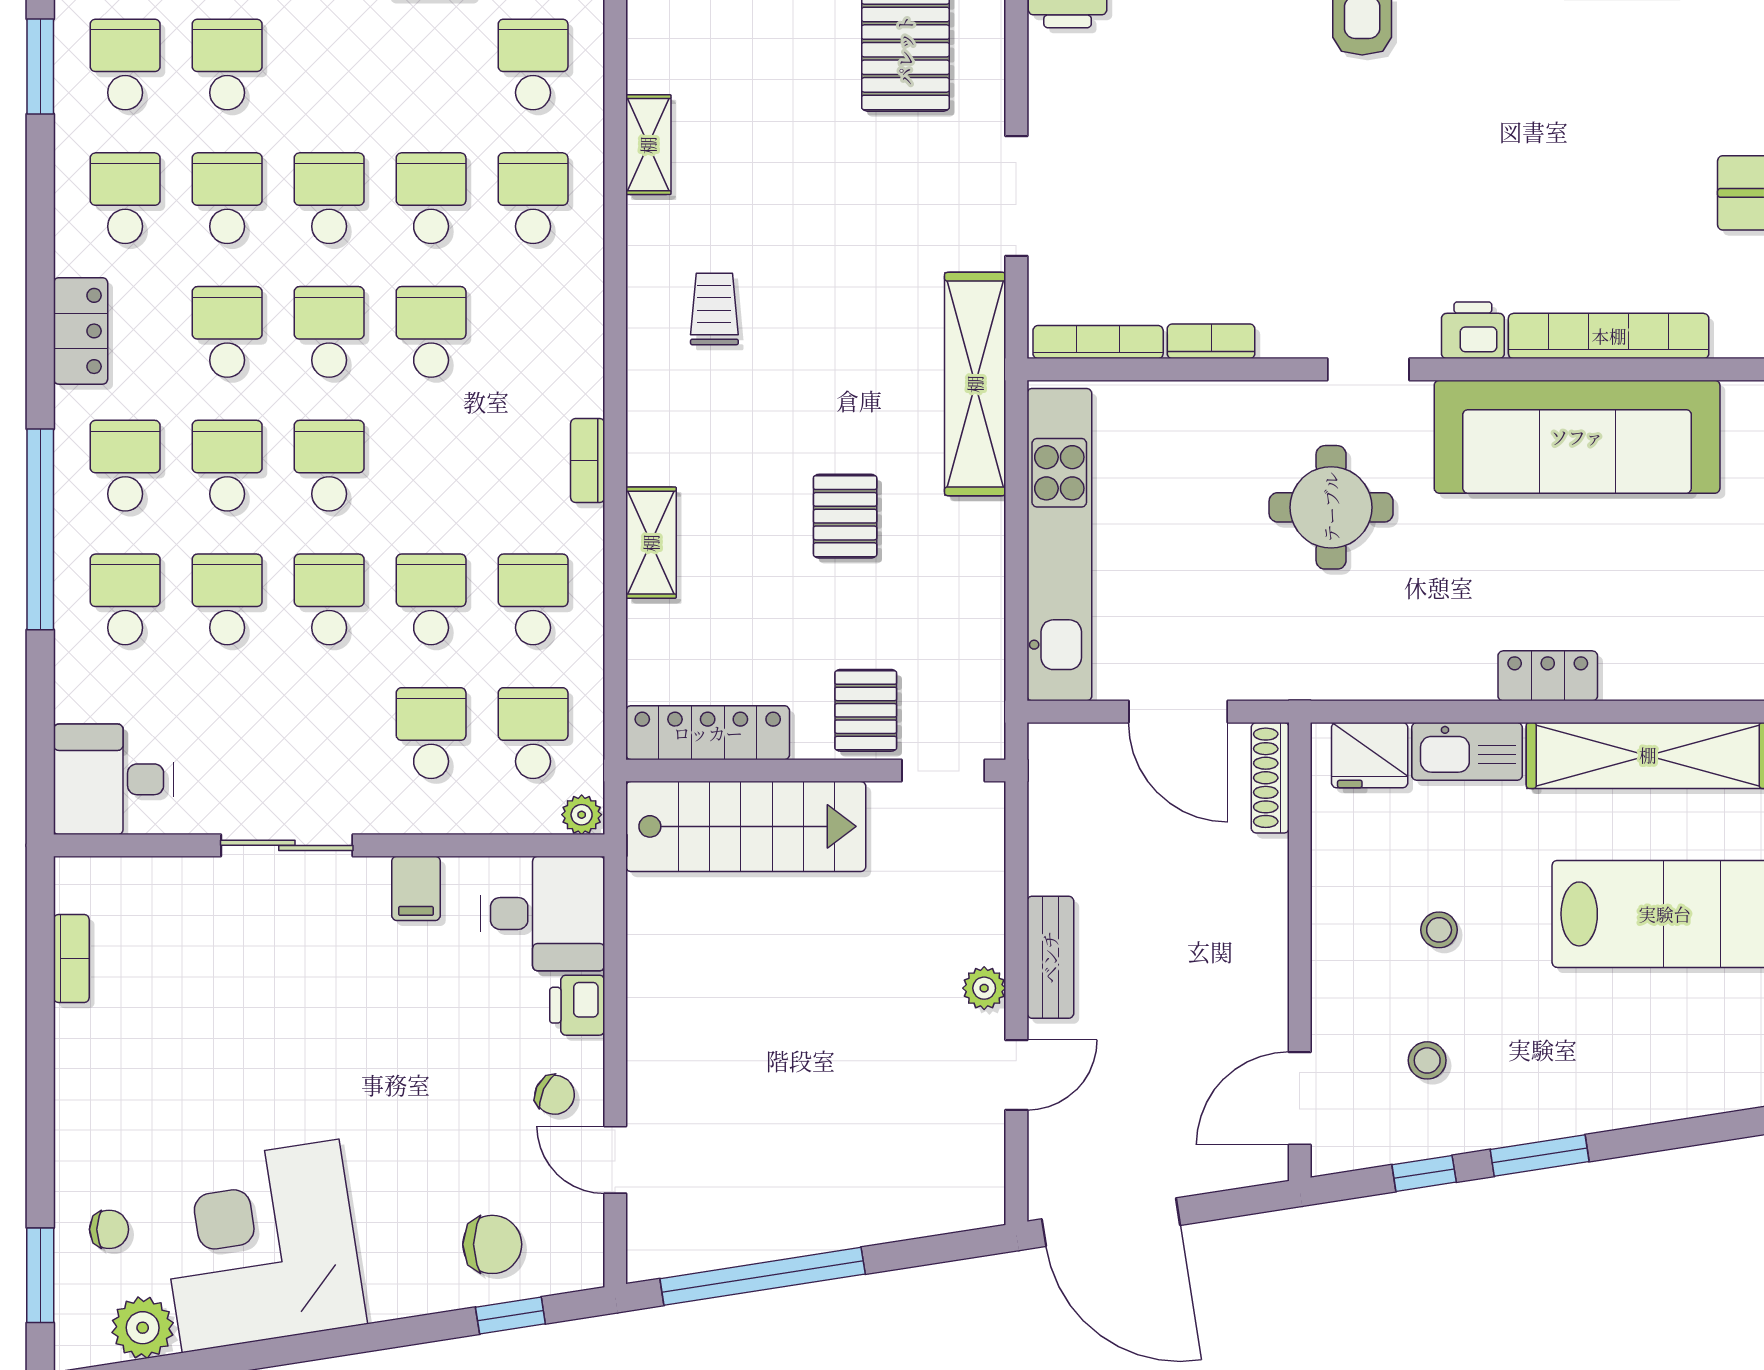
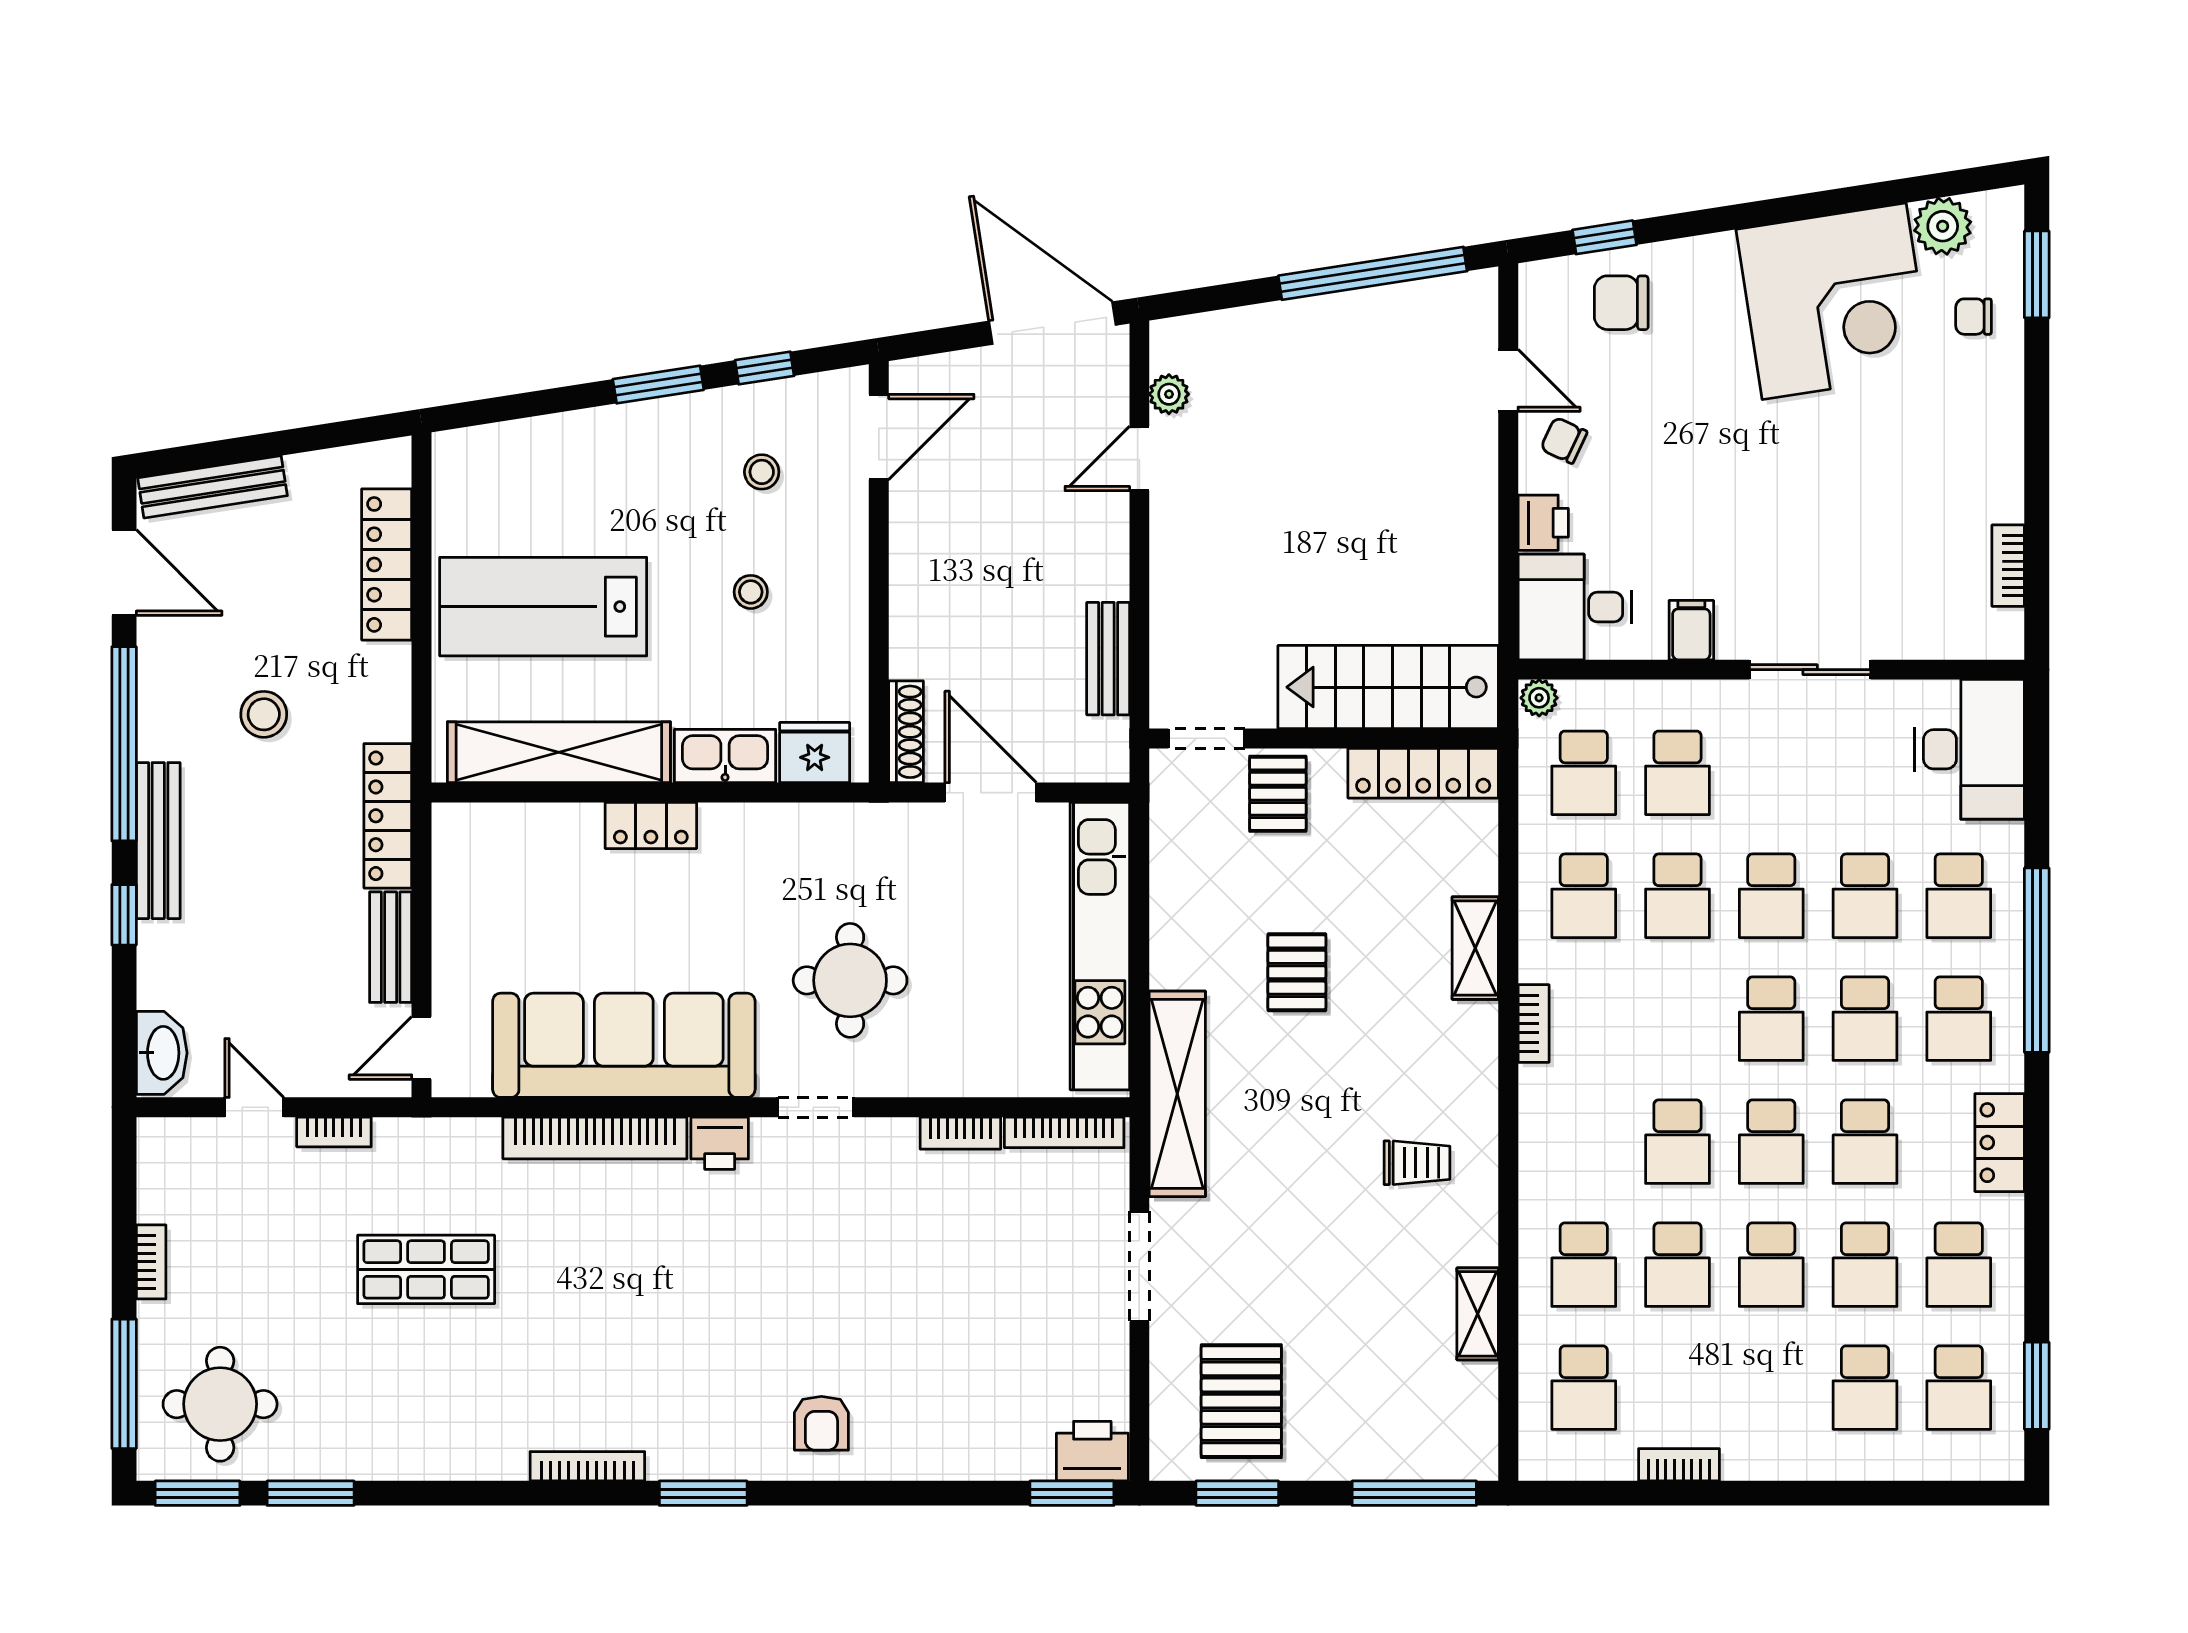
trolley: (714, 309) -> (1417, 1163), turned -90
desk: (113, 779) -> (1970, 749), width x1.37
bench: (1050, 957) -> (1108, 659), moved
plant: (984, 988) -> (1169, 394), moved

